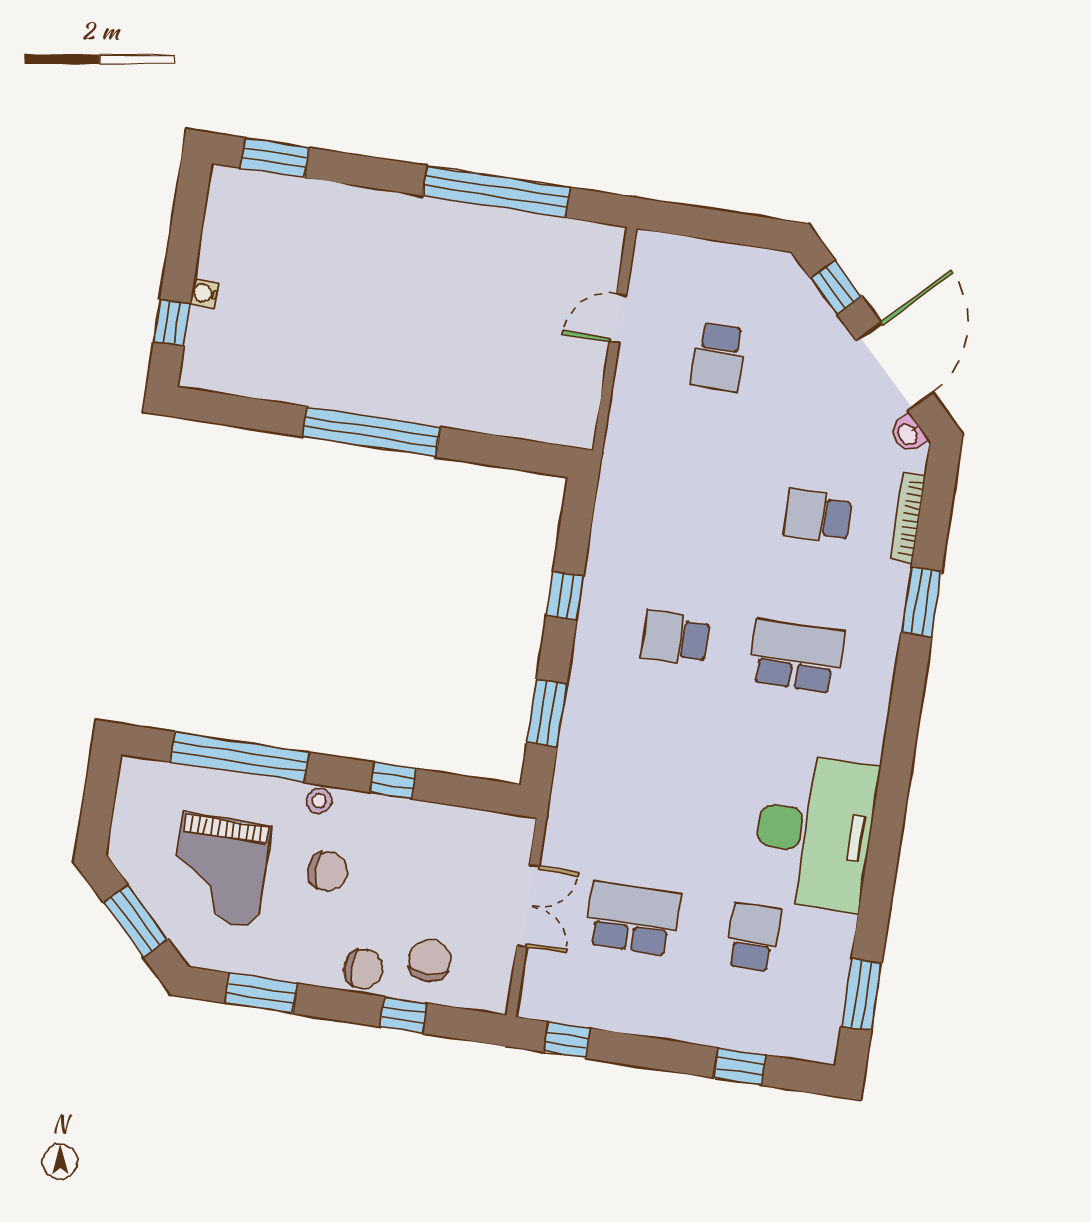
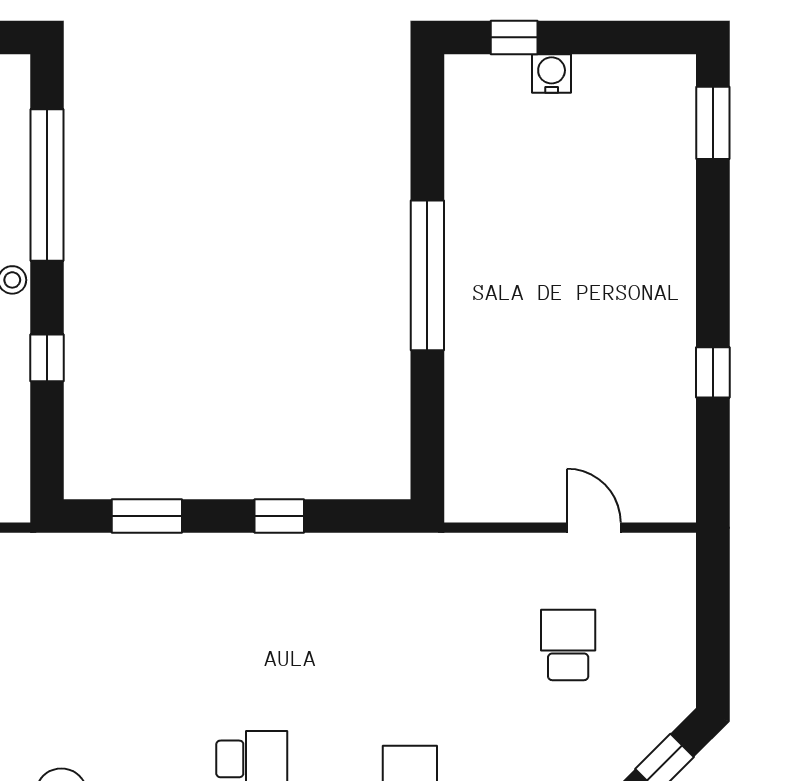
window: (496, 192) -> (713, 372), width x0.32
water cooler: (204, 293) -> (552, 74), width x1.38, depth x1.38
school desk: (718, 357) -> (568, 645), turned 90
school desk: (675, 638) -> (252, 645), removed

